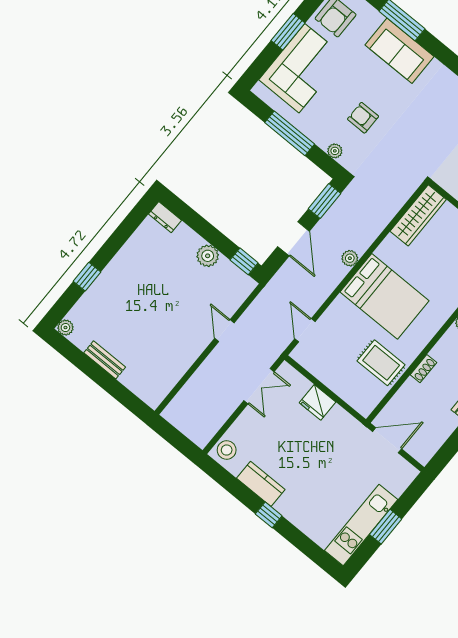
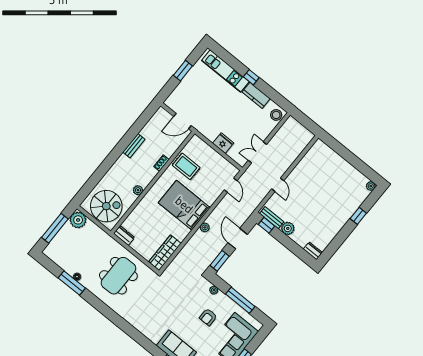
armchair: (363, 118) -> (208, 317), moved, turned 90
bench: (105, 360) -> (272, 218), moved
kitchen unit: (361, 525) -> (225, 71), moved, turned 90

